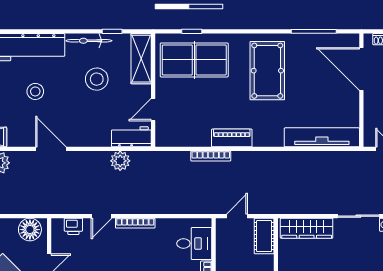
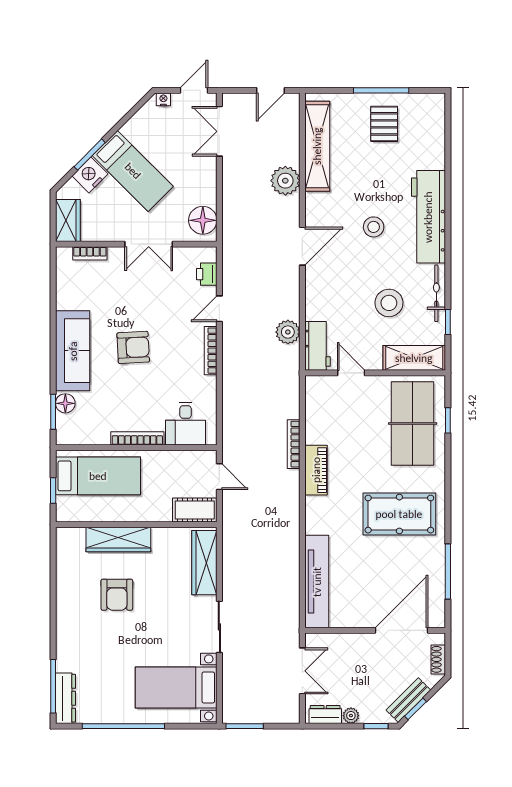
door: (101, 216) -> (219, 309), hinge flipped

